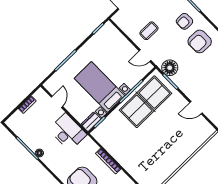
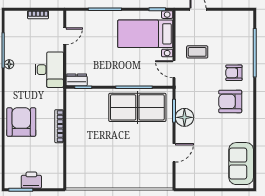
floor lamp: (170, 68) -> (184, 117), moved
bed with nightstands: (100, 87) -> (145, 34), moved, turned -90
door: (196, 108) -> (174, 153), swing flipped

